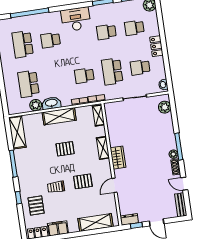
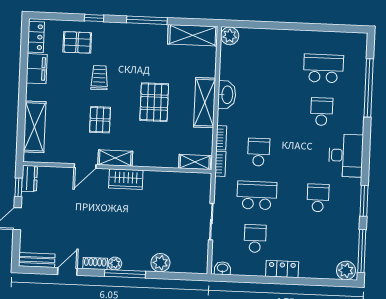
school desk: (134, 28) -> (316, 241), removed
school desk: (28, 84) -> (262, 66), removed
plant: (36, 105) -> (230, 36), moved
plant: (165, 107) -> (160, 263), moved
shelving: (103, 148) -> (115, 158), moved
pallet: (65, 149) -> (154, 102), width x1.50, depth x1.42
door: (115, 185) -> (85, 166), swing flipped

